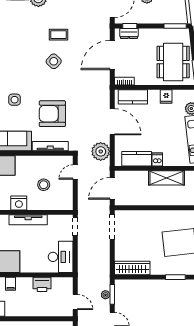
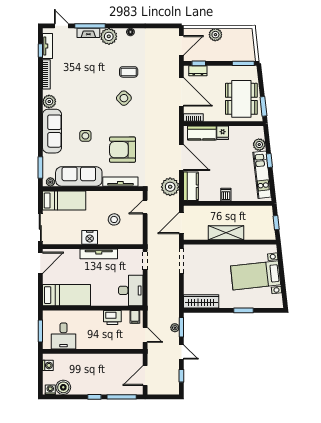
door: (112, 55) -> (181, 92), swing flipped
fridge: (166, 97) -> (223, 133), moved
kitchen counter: (137, 159) -> (191, 186), moved, turned 90
shelving: (167, 178) -> (226, 233), moved
filing cabinet: (11, 284) -> (135, 317), moved

